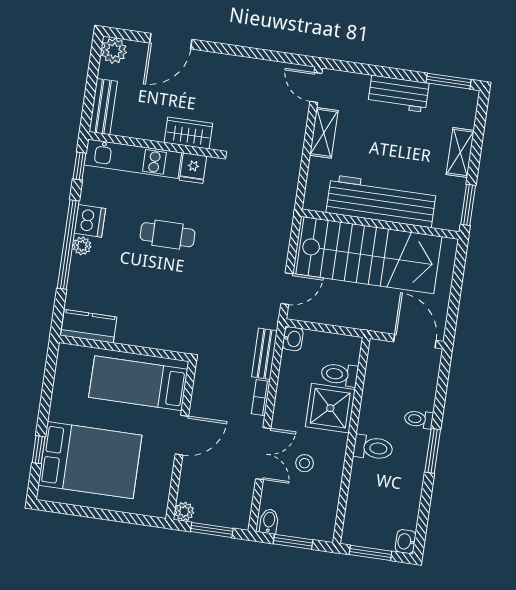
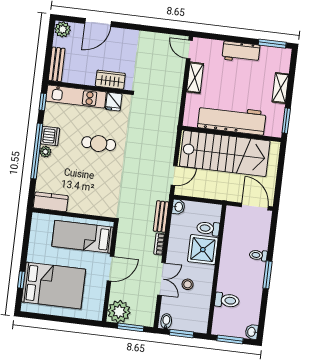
toilet: (373, 448) -> (227, 300), moved
plant: (184, 511) -> (119, 312), width x1.88, depth x1.88

